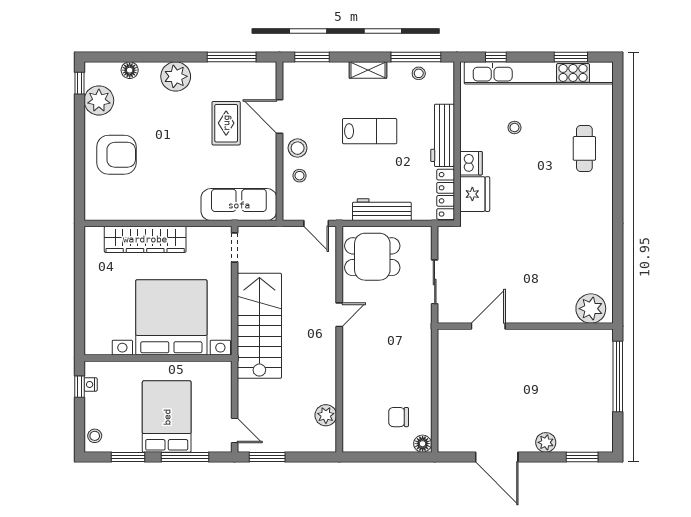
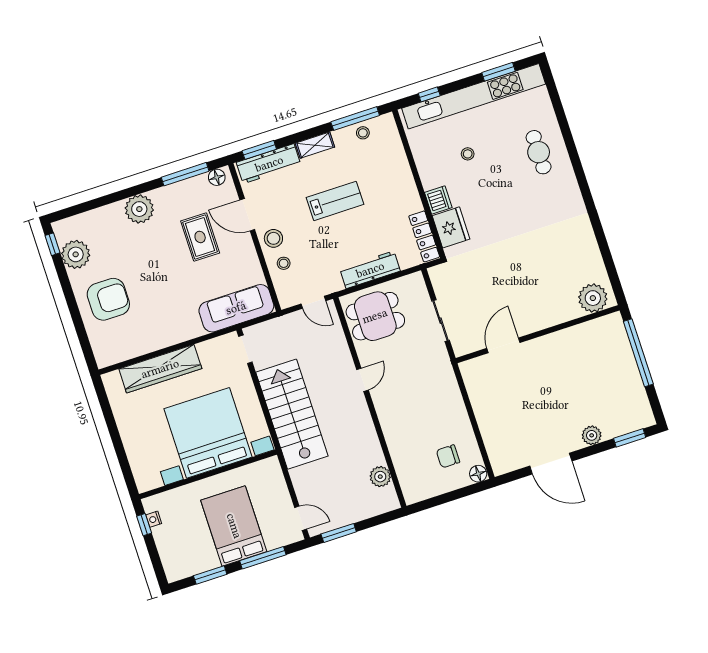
floor lamp: (130, 70) -> (217, 177), moved
workbench: (443, 135) -> (269, 164), moved, turned -90
stool: (95, 436) -> (173, 565), removed

